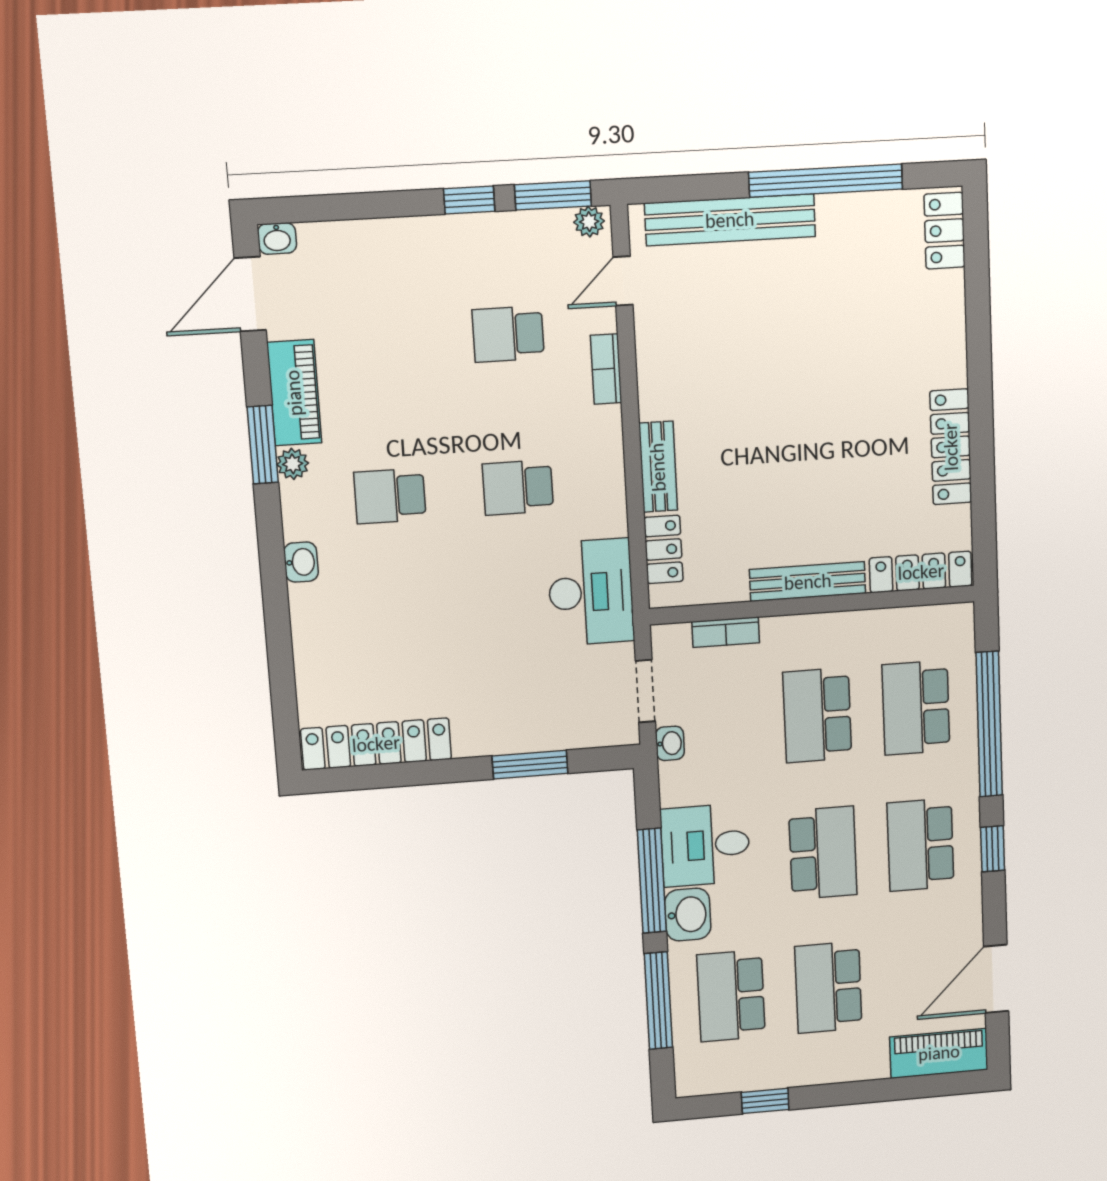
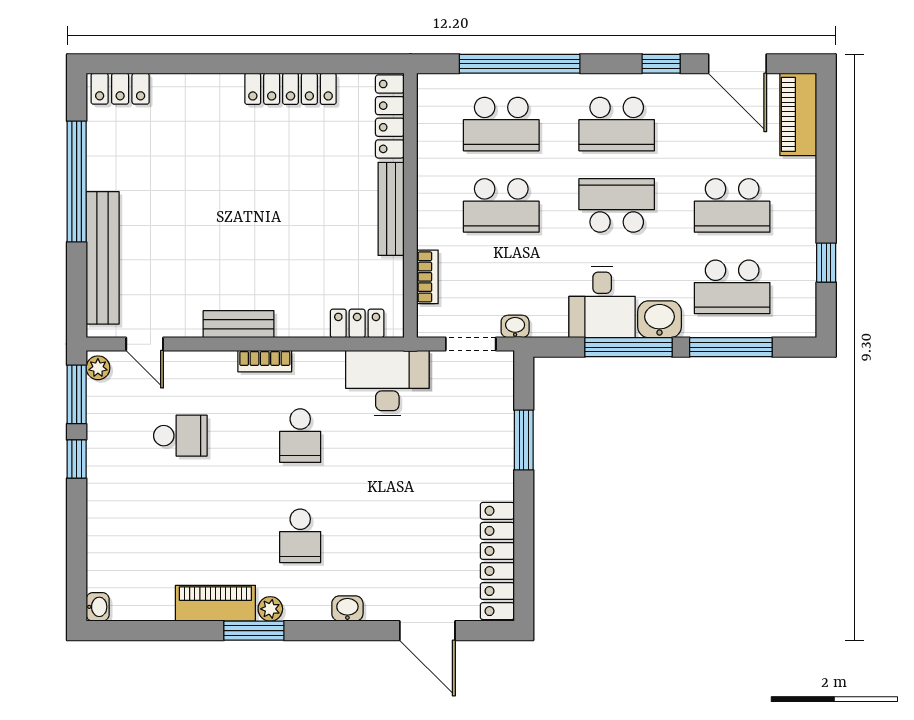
door: (250, 294) -> (427, 631), moved
school desk: (508, 334) -> (180, 436), turned -90
bookcase: (606, 369) -> (265, 361), moved
bench: (658, 467) -> (239, 324), moved
window: (993, 849) -> (661, 64), moved

